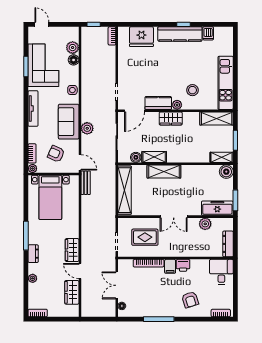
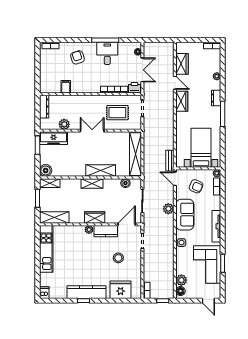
dishwasher: (208, 33) -> (44, 293), moved
floor lamp: (74, 60) -> (180, 291), moved
stool: (192, 90) -> (118, 258), moved
shelving: (154, 157) -> (92, 183), moved
printer: (183, 265) -> (134, 88), moved
filing cabinet: (170, 266) -> (66, 87), moved
desk: (221, 272) -> (107, 53), moved, turned 180

